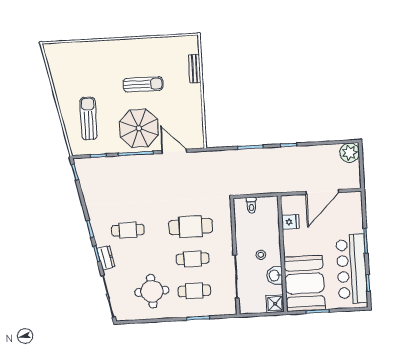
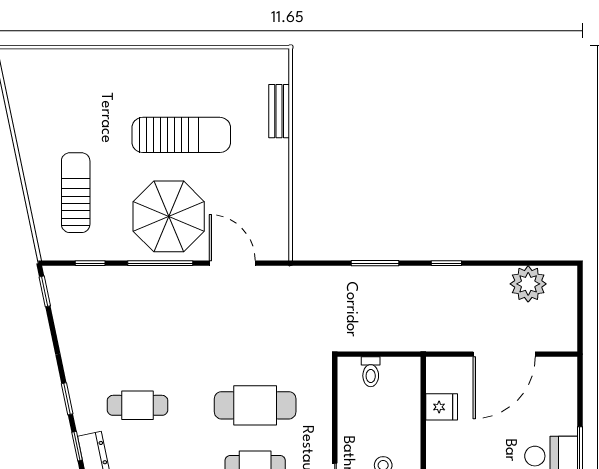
sun lounger: (143, 84) -> (181, 135), width x1.36, depth x1.34
plant: (350, 153) -> (528, 284), moved

